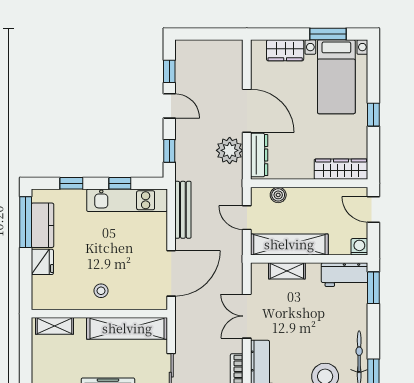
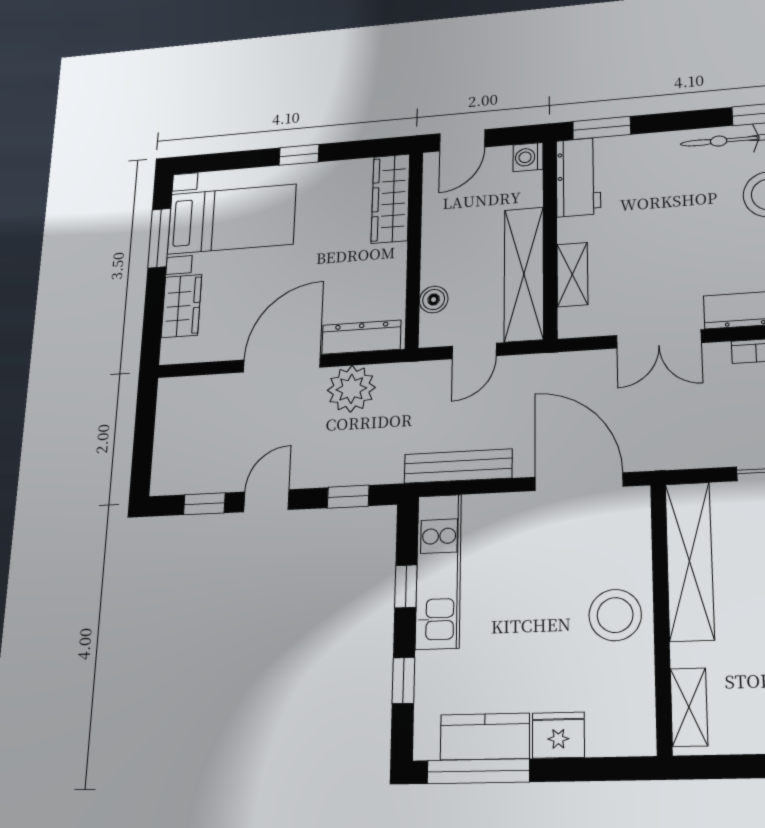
stool: (101, 291) -> (615, 615), width x1.89, depth x1.89

